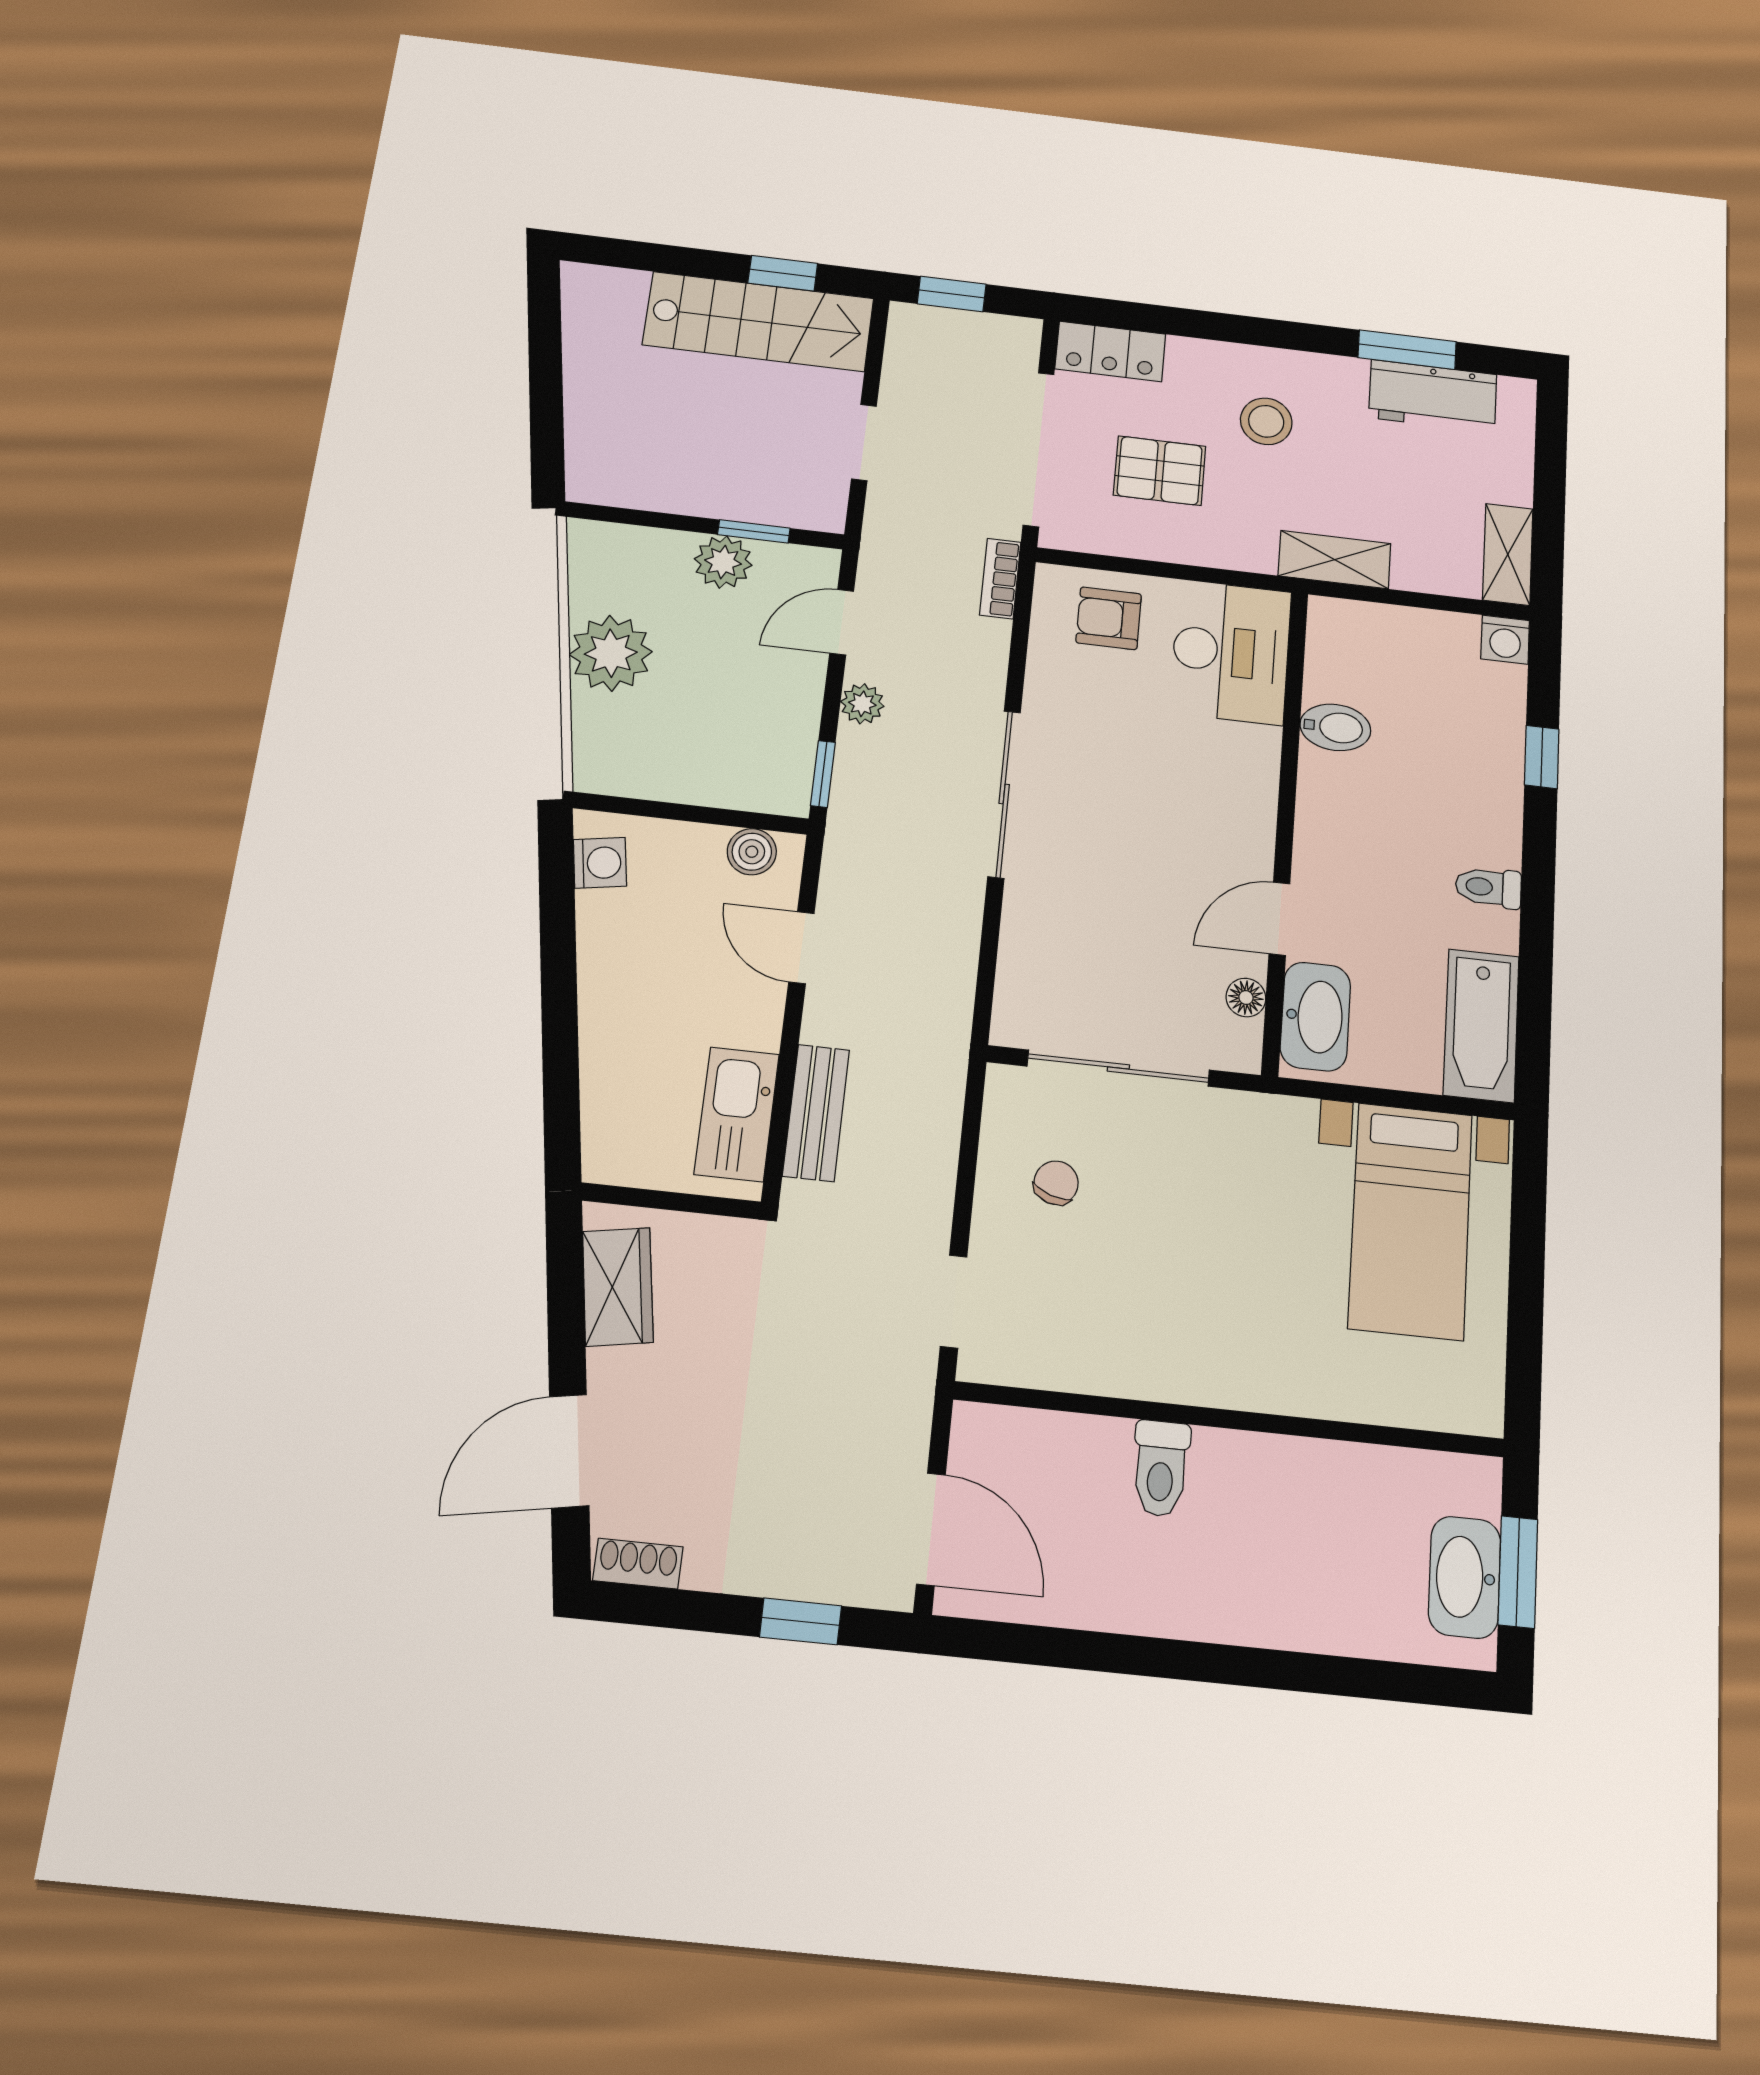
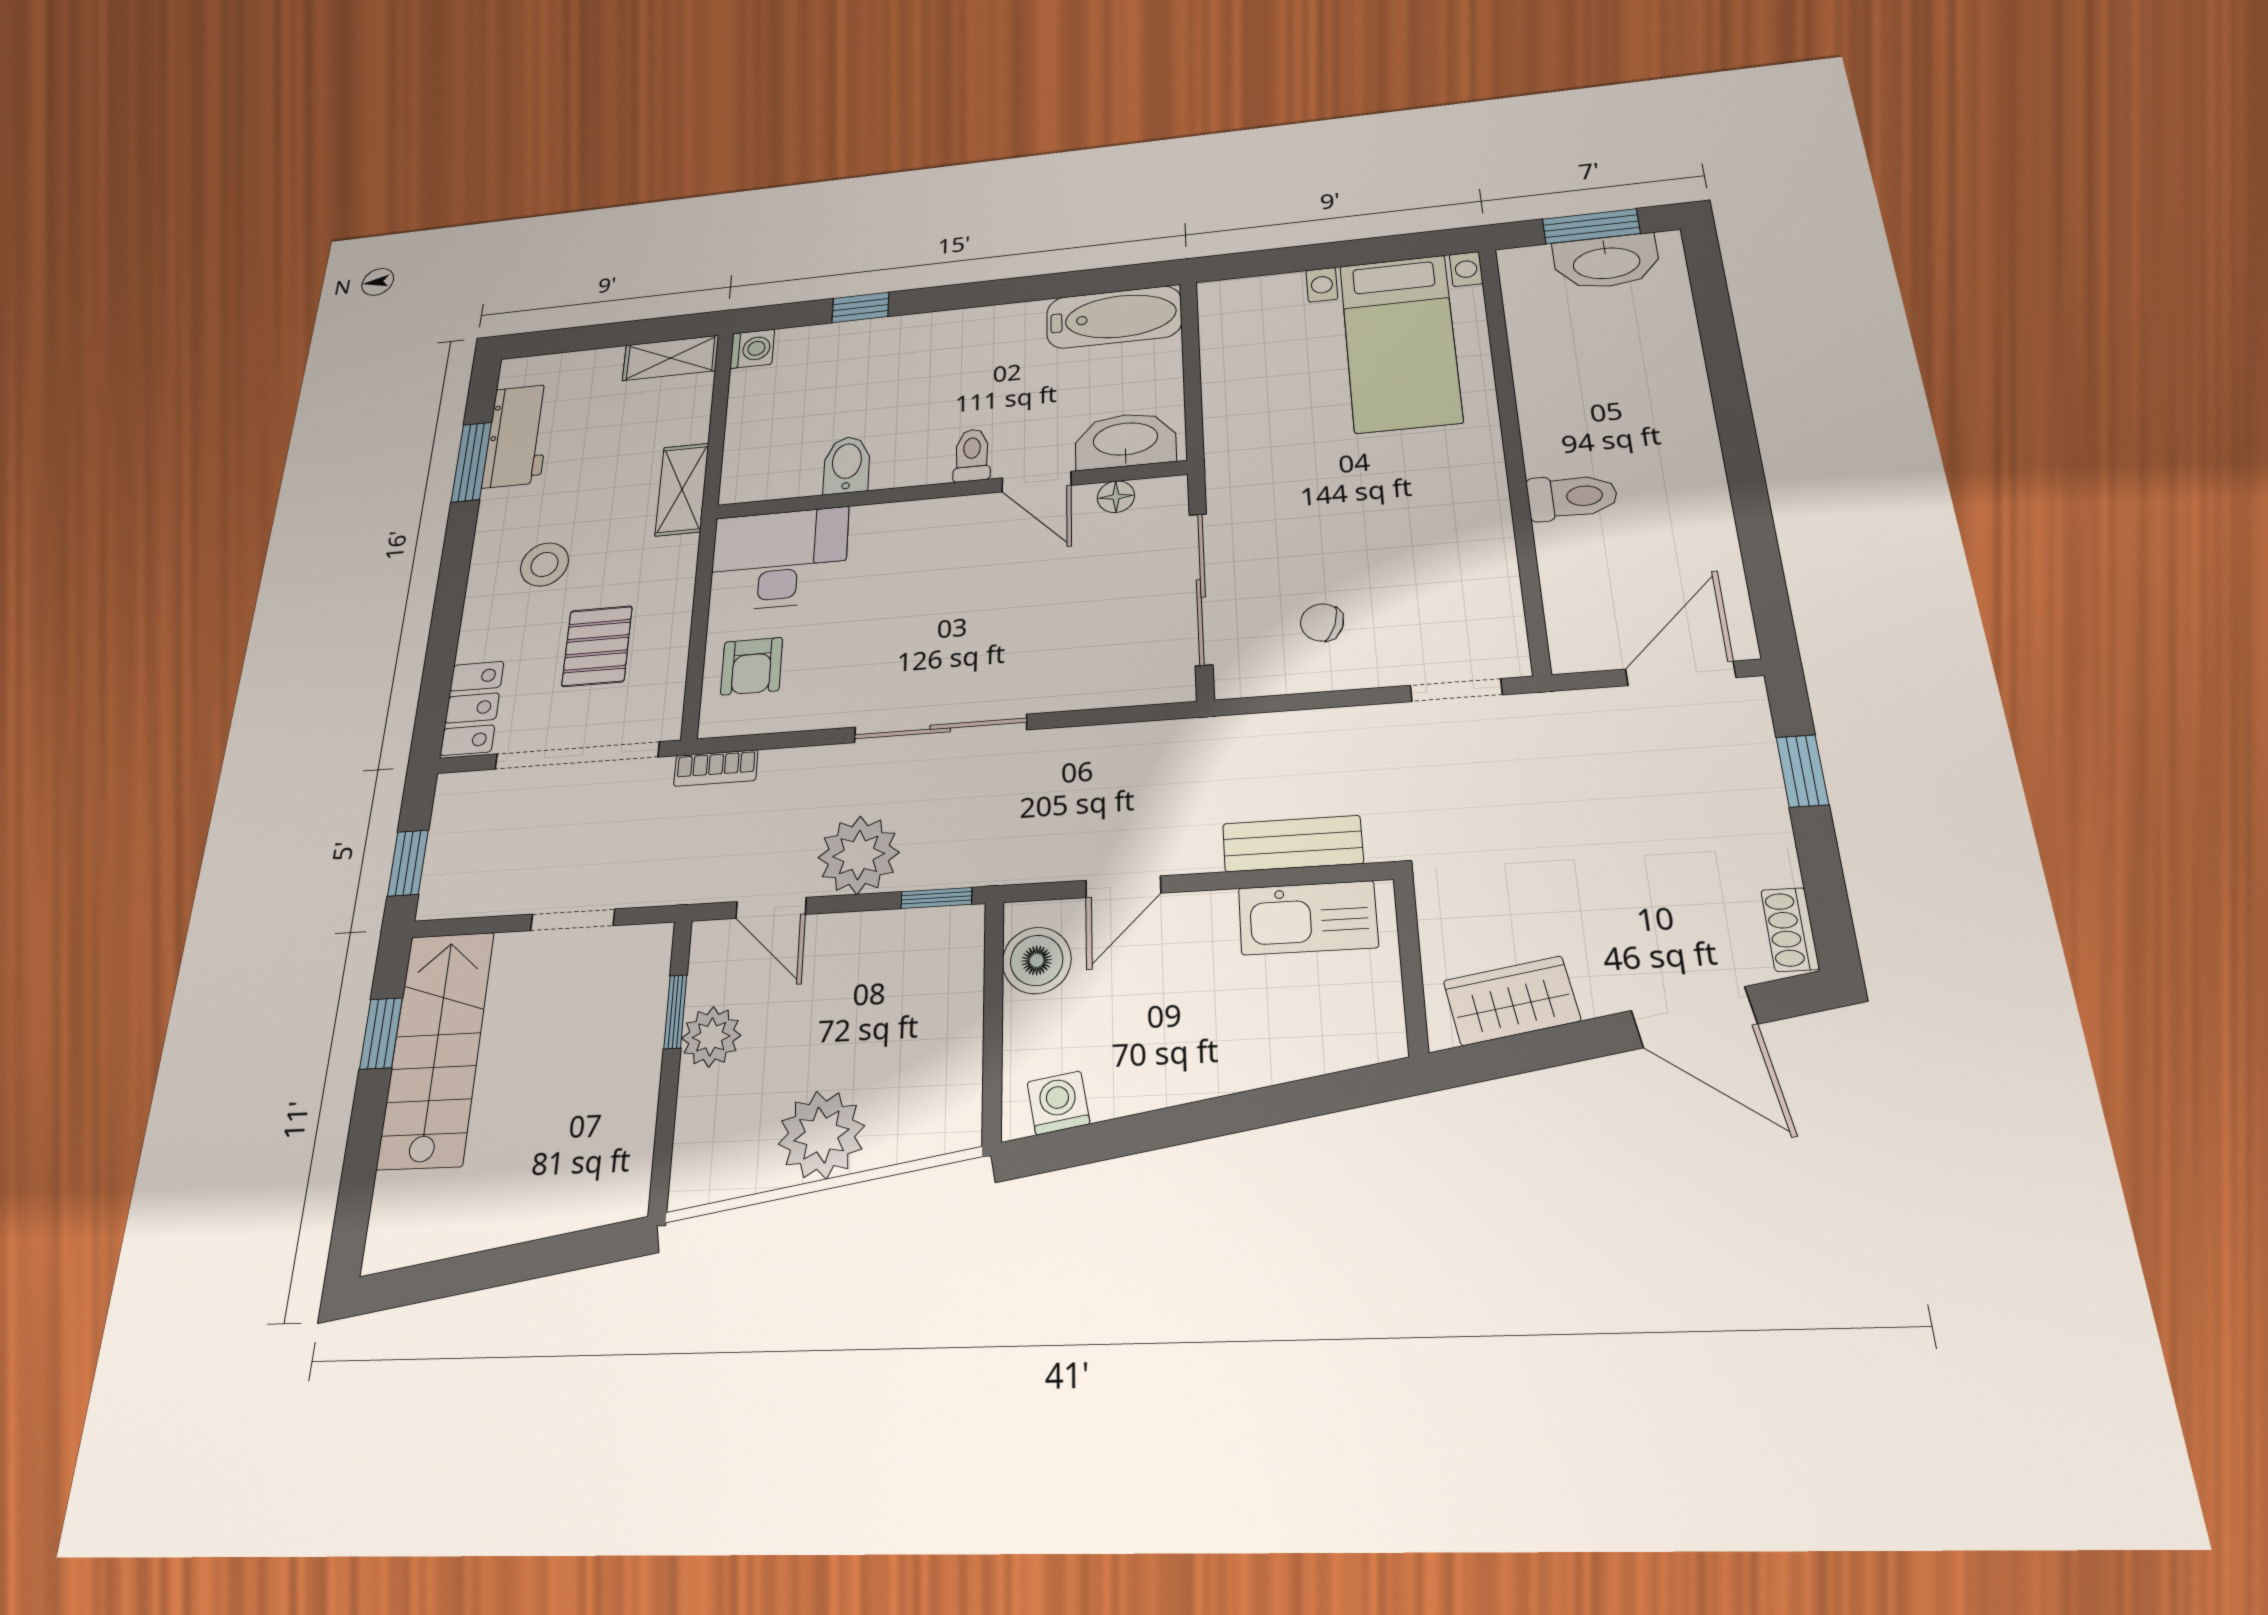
plant: (862, 704) -> (859, 855), width x1.88, depth x1.88
boiler: (752, 852) -> (1037, 960), width x1.36, depth x1.36
toilet: (1488, 887) -> (972, 455), moved, turned 180
bed with nightstands: (1410, 1221) -> (1400, 343), moved, turned 90

